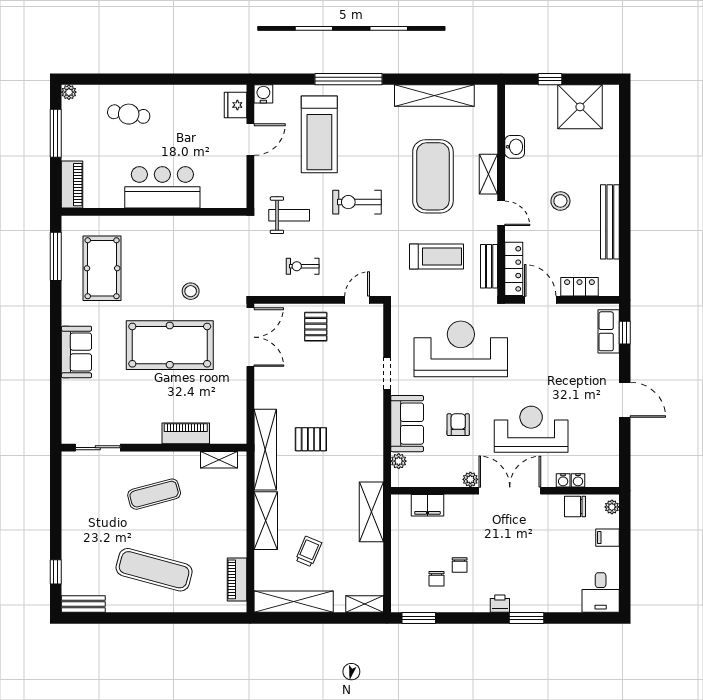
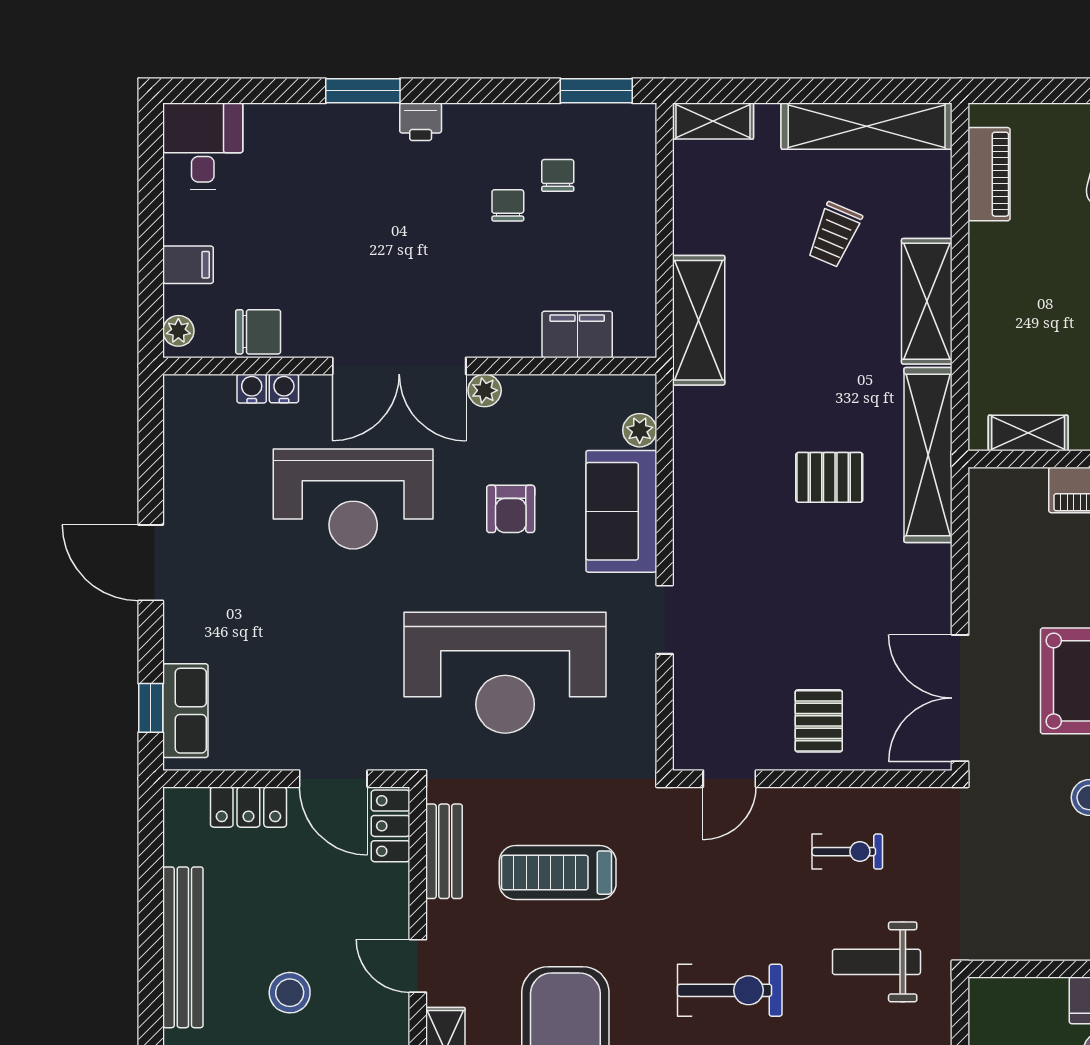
locker: (514, 269) -> (391, 826), width x0.66

